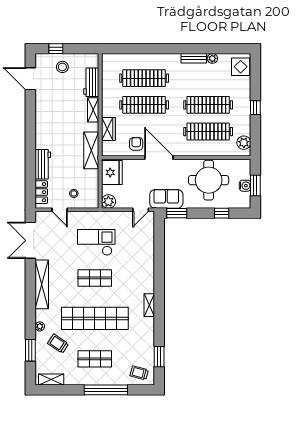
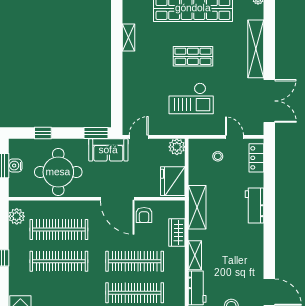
workbench: (43, 164) -> (254, 205), moved
shelving: (149, 305) -> (128, 37), moved

